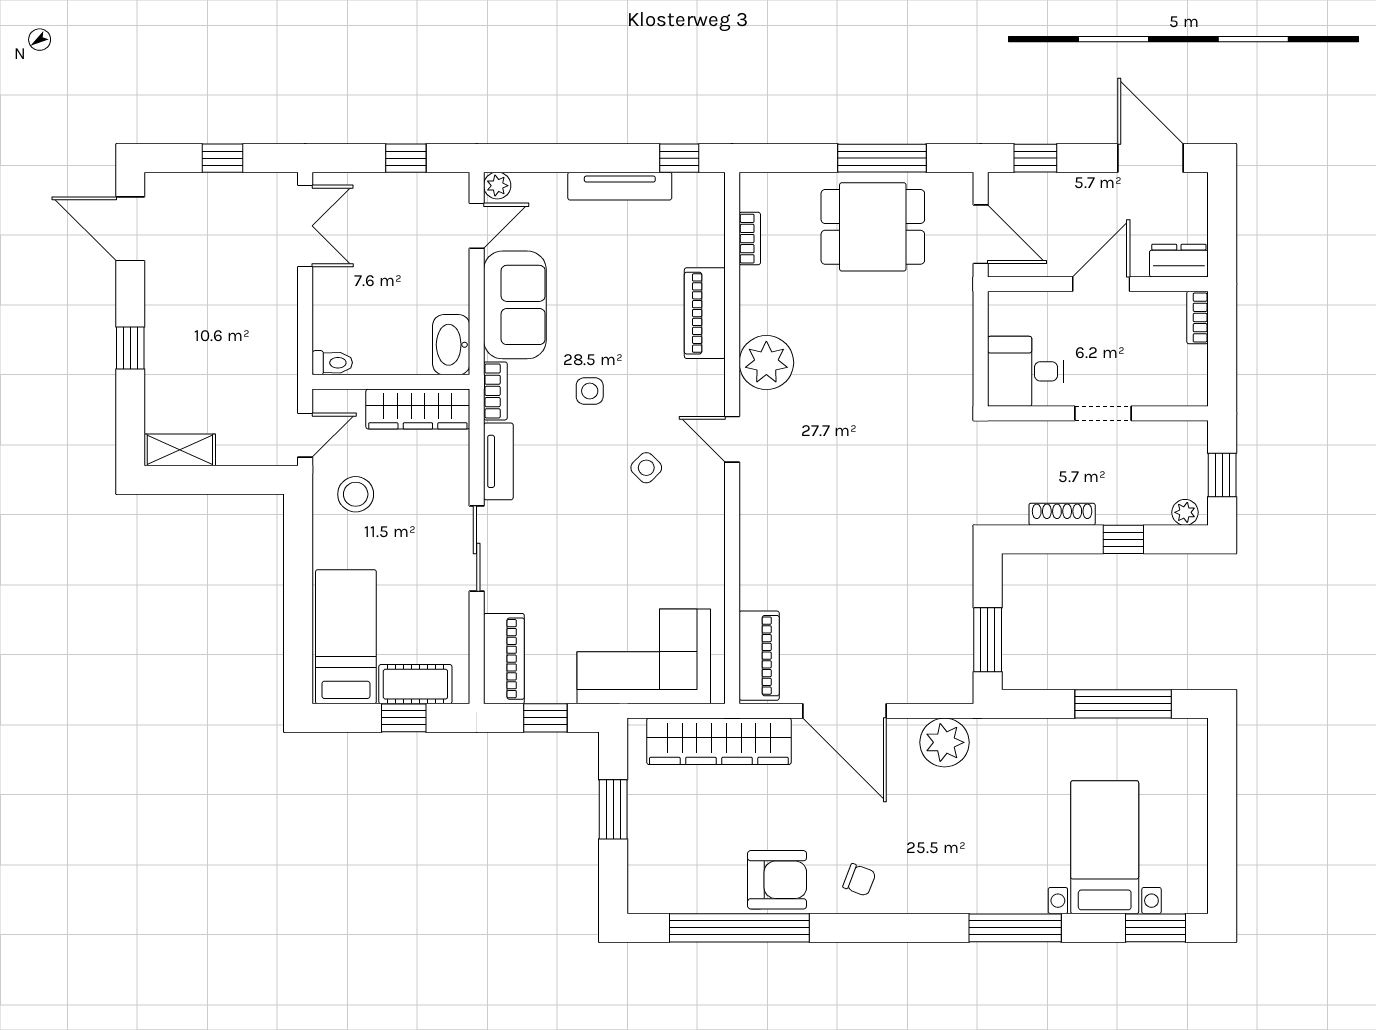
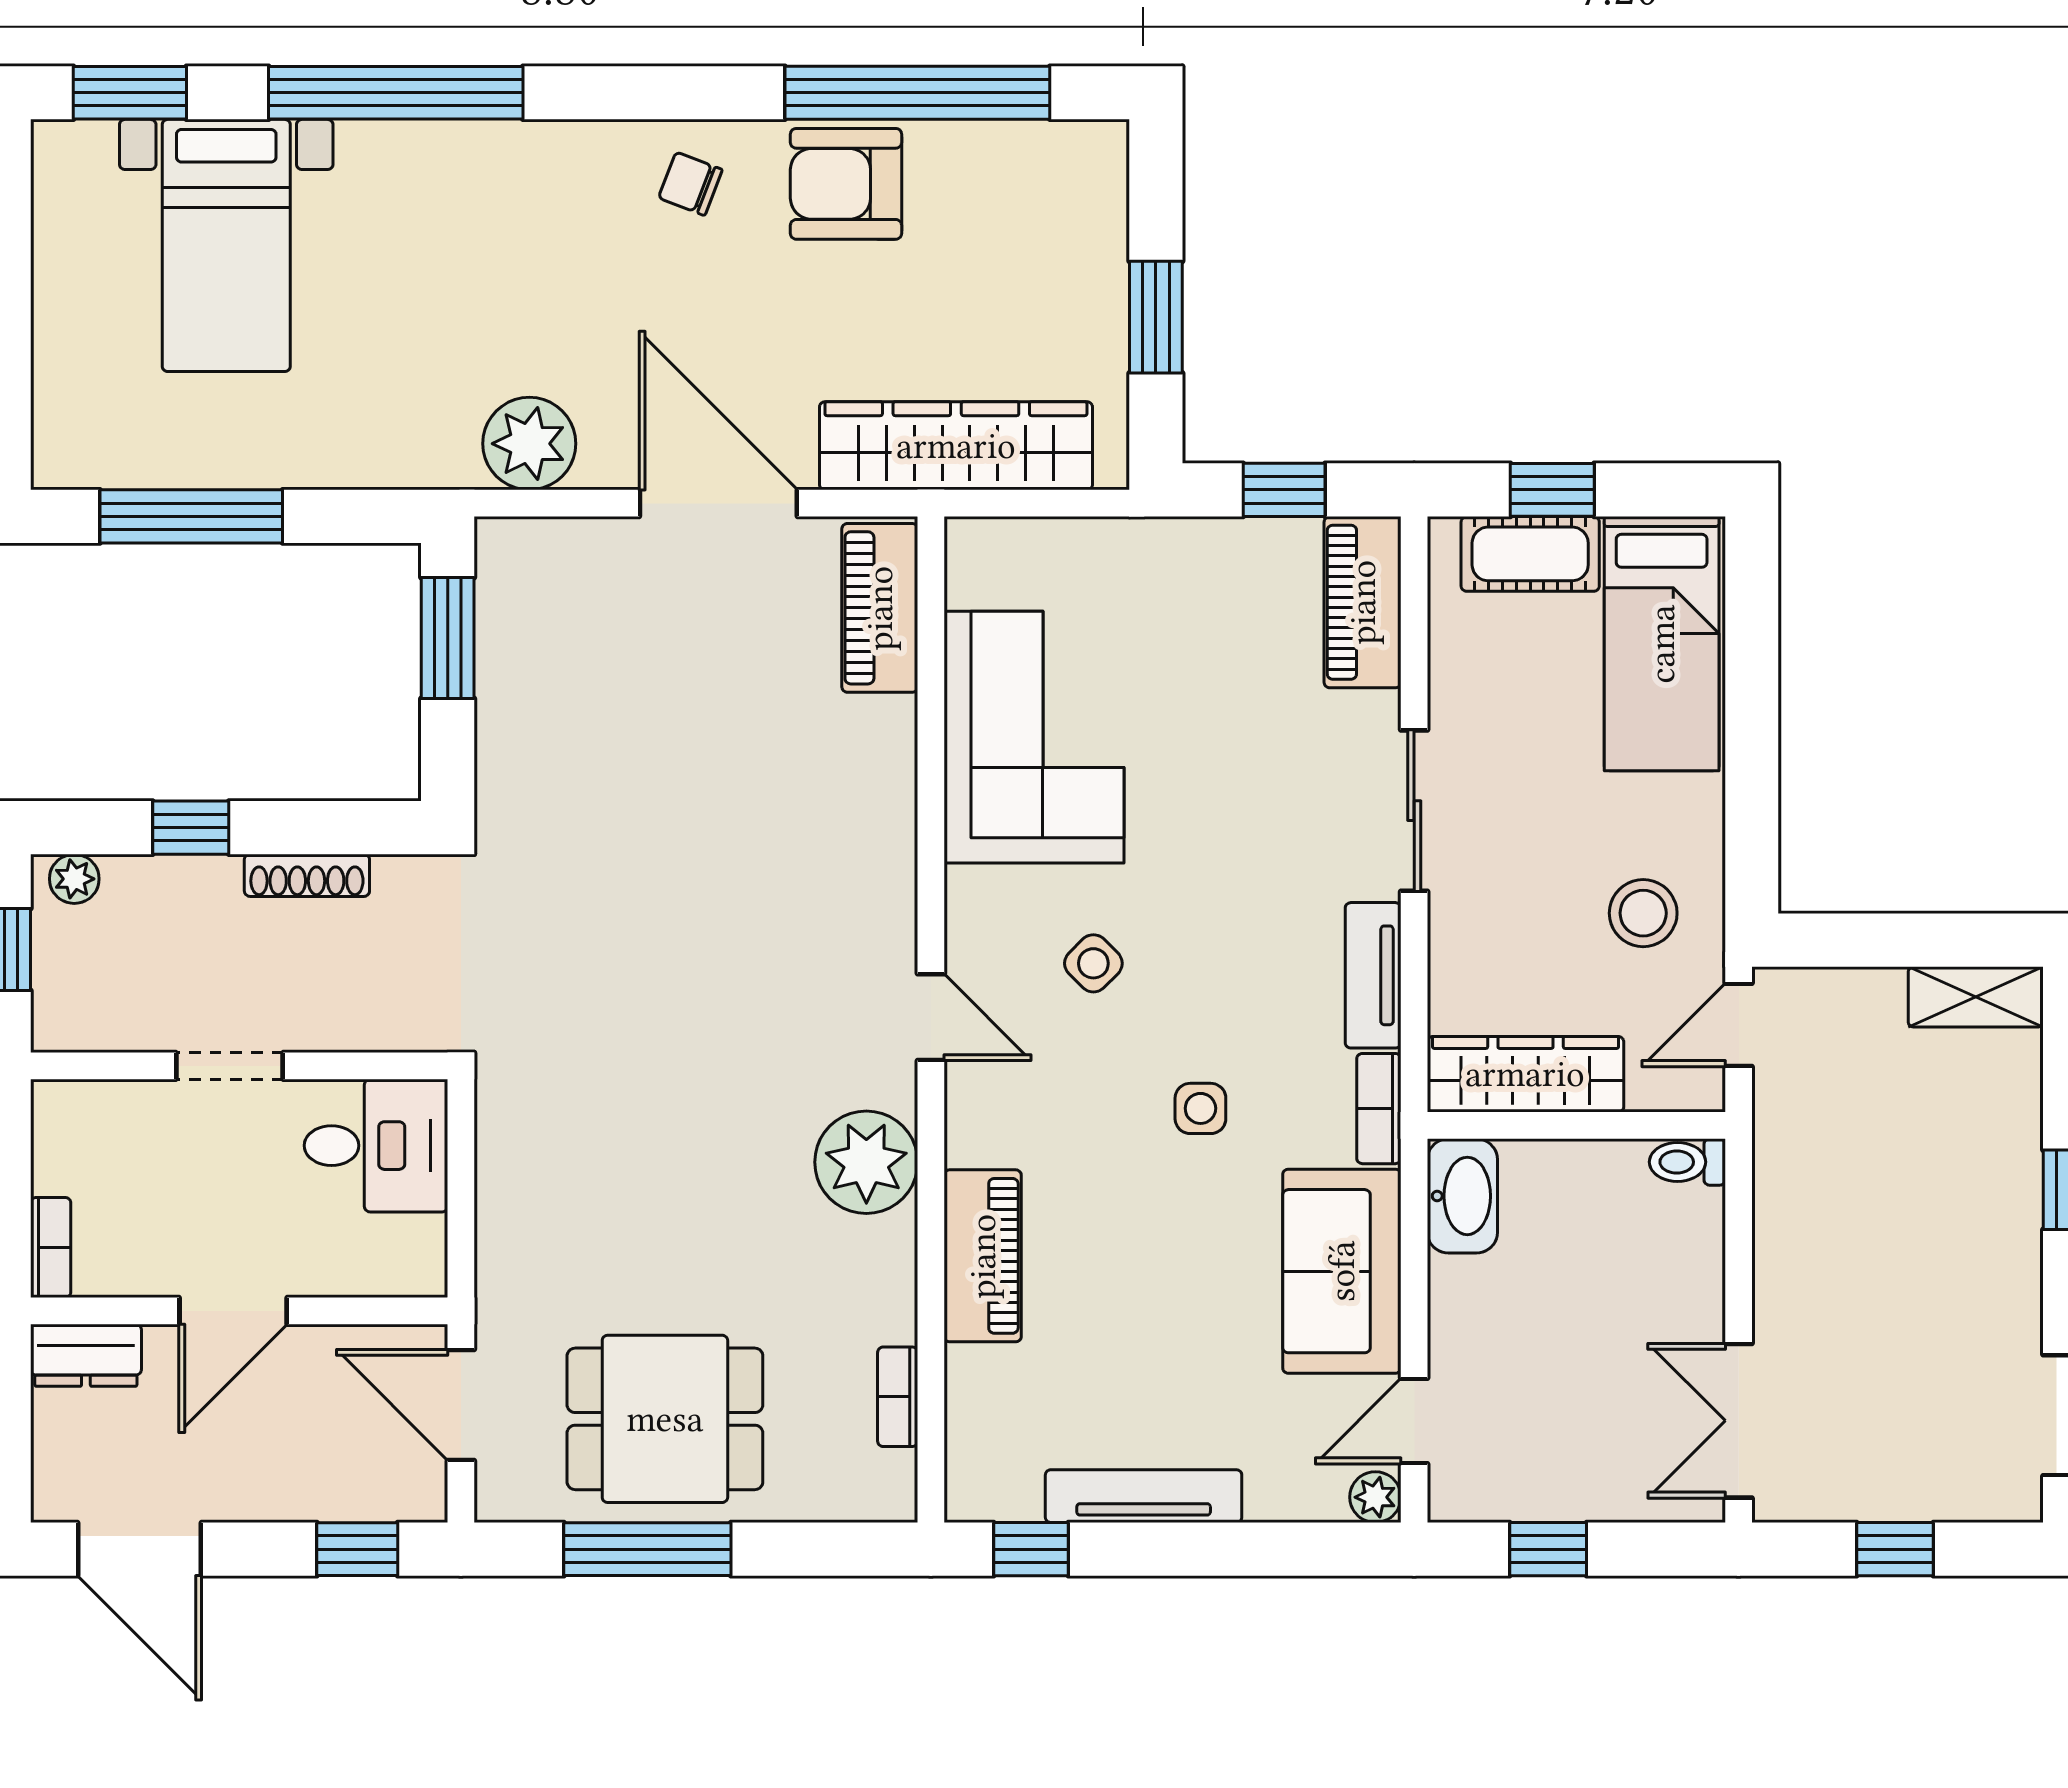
corner sofa: (644, 656) -> (1034, 737), moved, turned -90
window: (1015, 928) -> (396, 93), width x1.46

